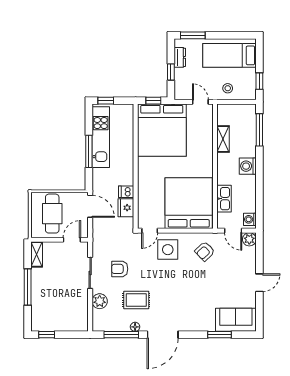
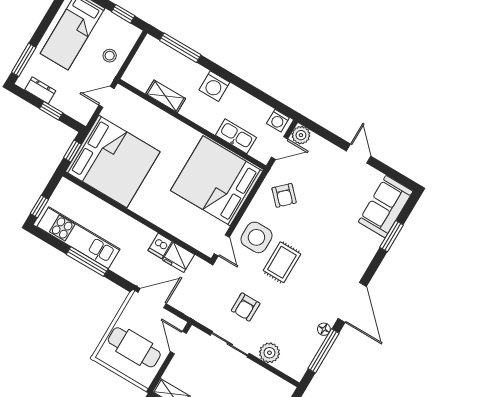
rug: (136, 300) -> (282, 262), moved

